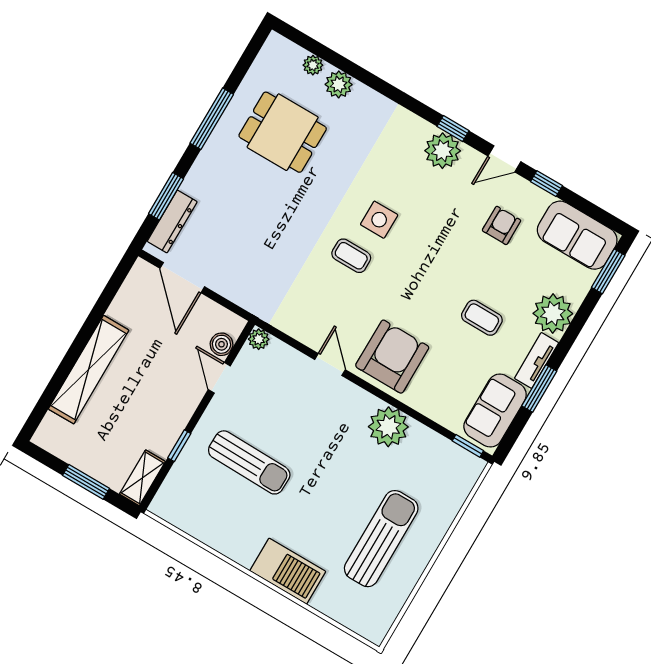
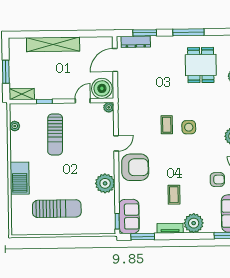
boiler: (222, 344) -> (102, 88), width x1.86, depth x1.86
window: (539, 389) -> (143, 237), moved
sofa: (495, 411) -> (129, 216), moved, turned 90
plant: (191, 524) -> (15, 126), added

